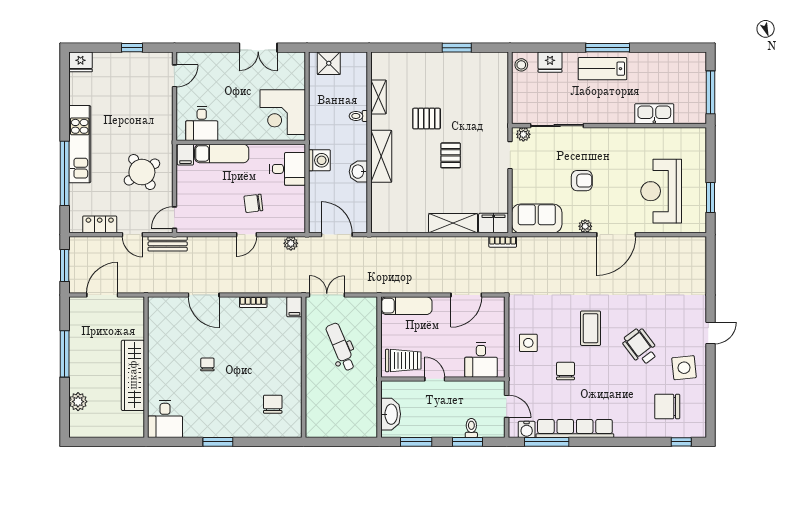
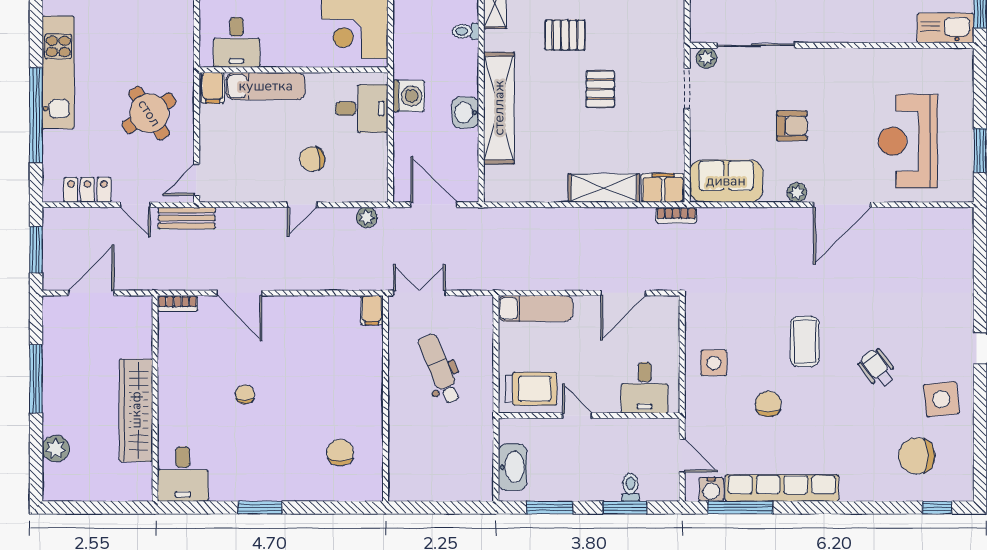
kitchen sink: (654, 114) -> (946, 28), moved
shelving: (381, 156) -> (499, 108), width x1.47
bookcase: (253, 302) -> (178, 303), moved
wheelchair: (640, 347) -> (878, 368), width x0.73, depth x0.73

